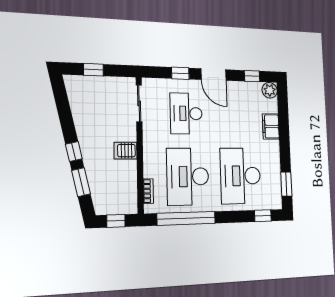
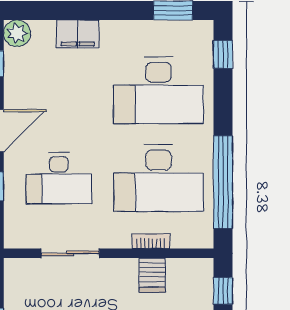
sliding door: (139, 103) -> (70, 253), moved
server rack: (125, 151) -> (152, 275), moved
bookcase: (148, 191) -> (151, 241), moved

